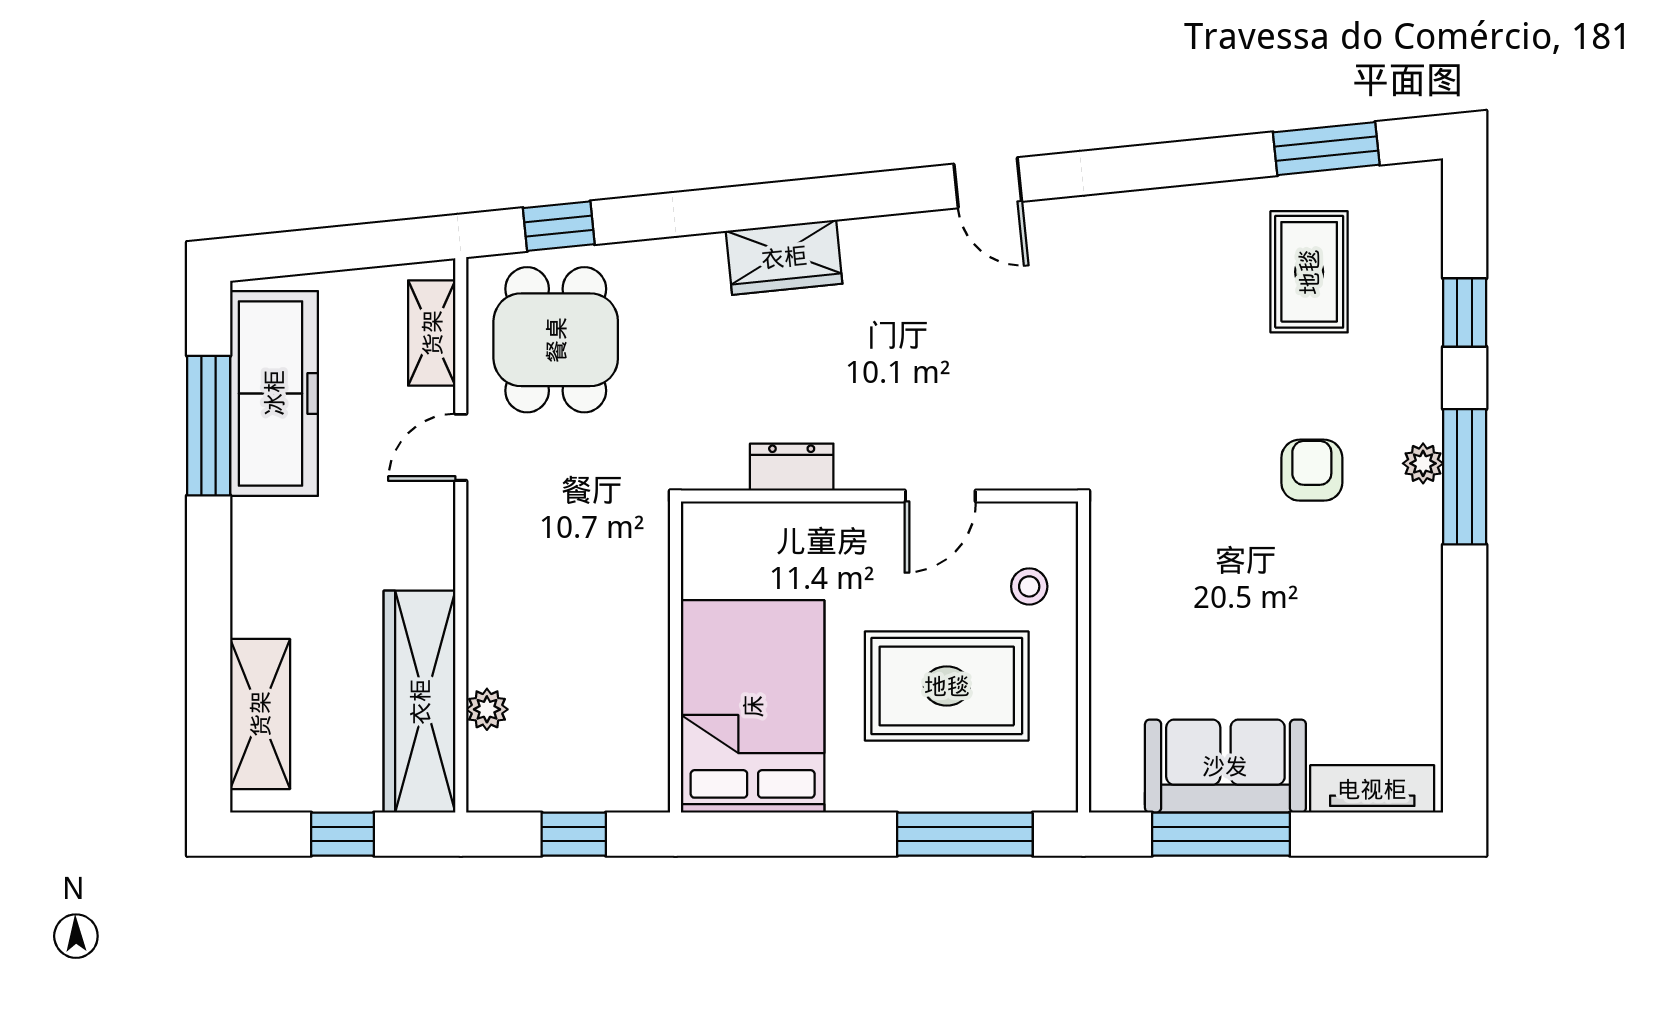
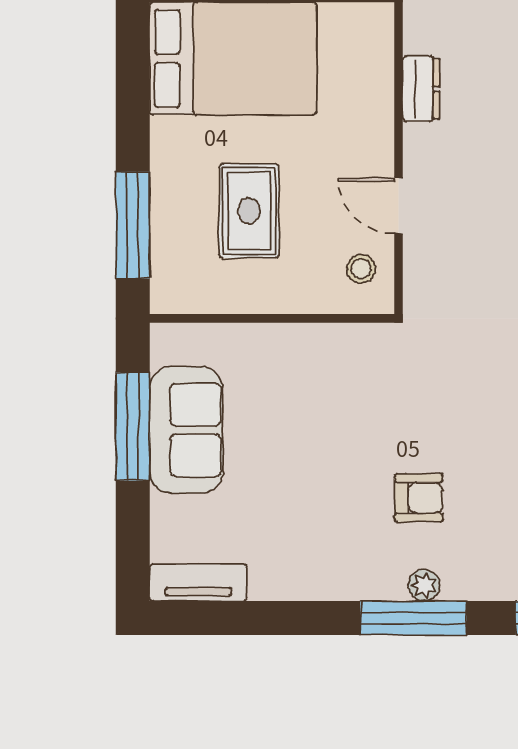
stool: (1029, 586) -> (361, 269), moved
rug: (947, 686) -> (249, 211), width x0.73, depth x0.70
tv unit: (1372, 789) -> (198, 582), moved, turned -90

